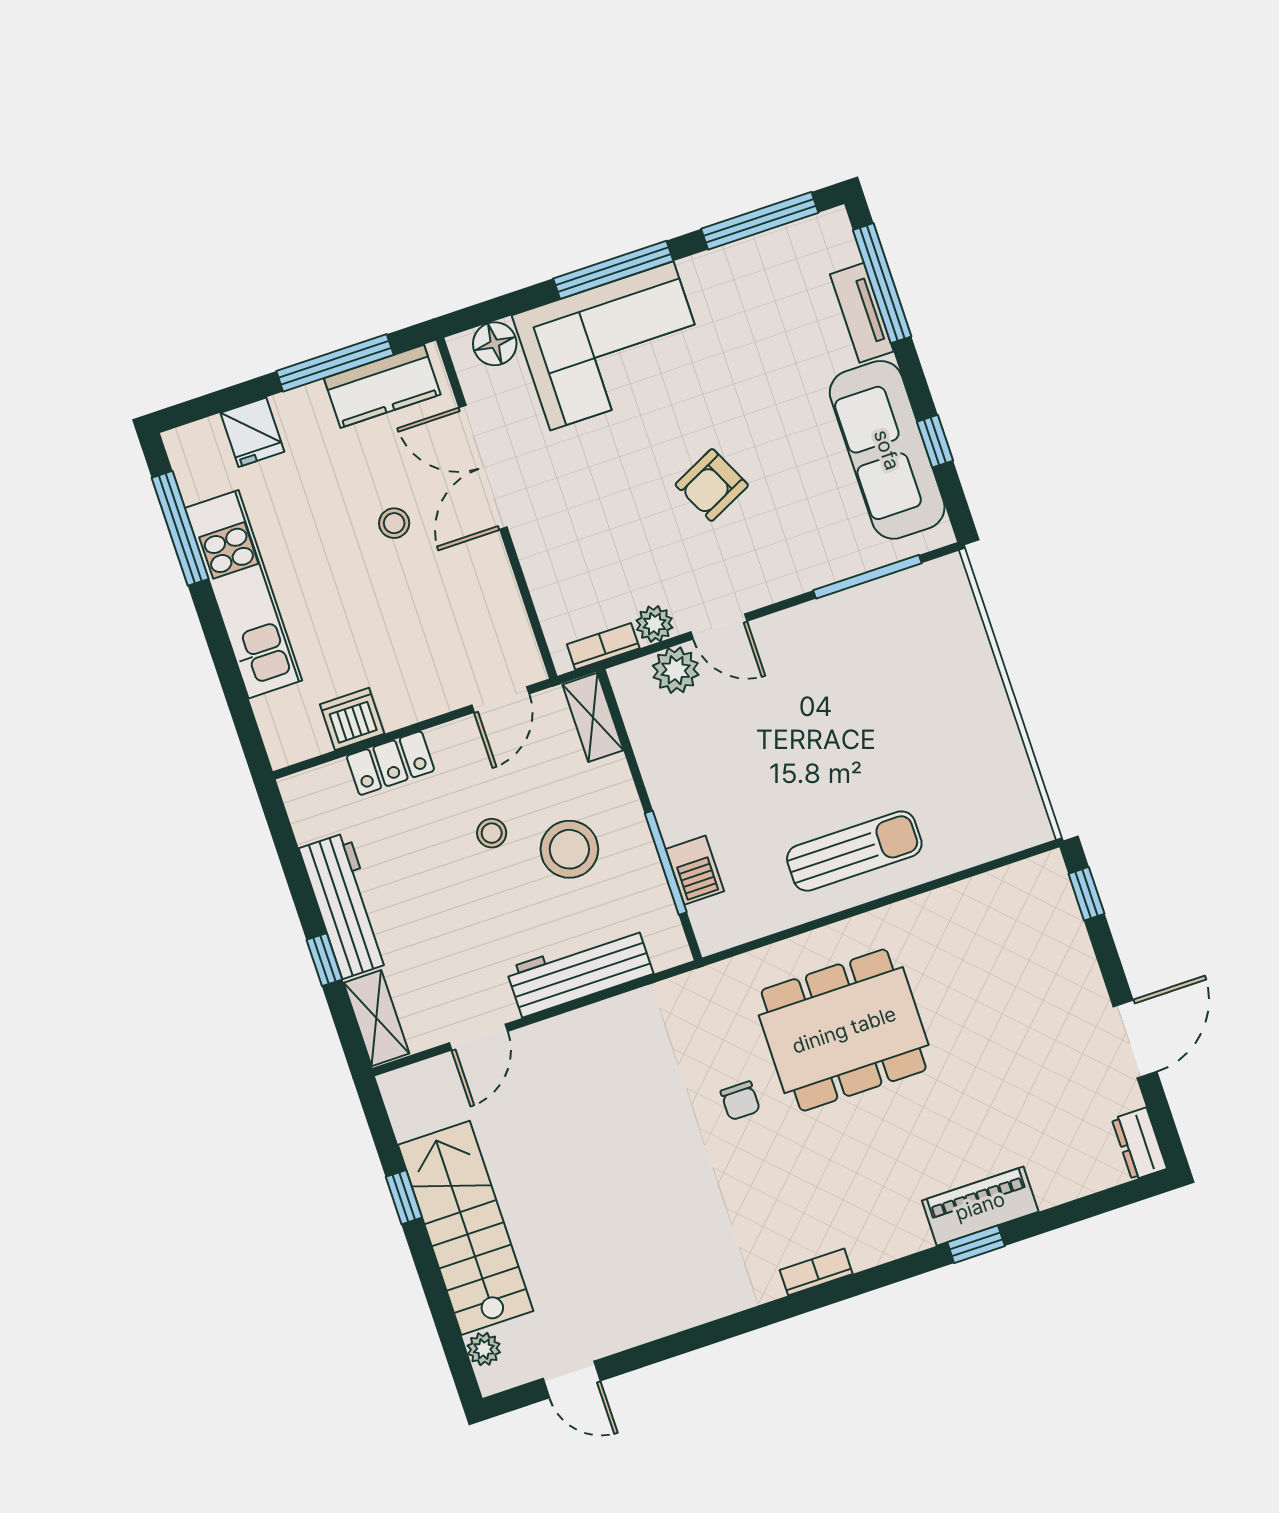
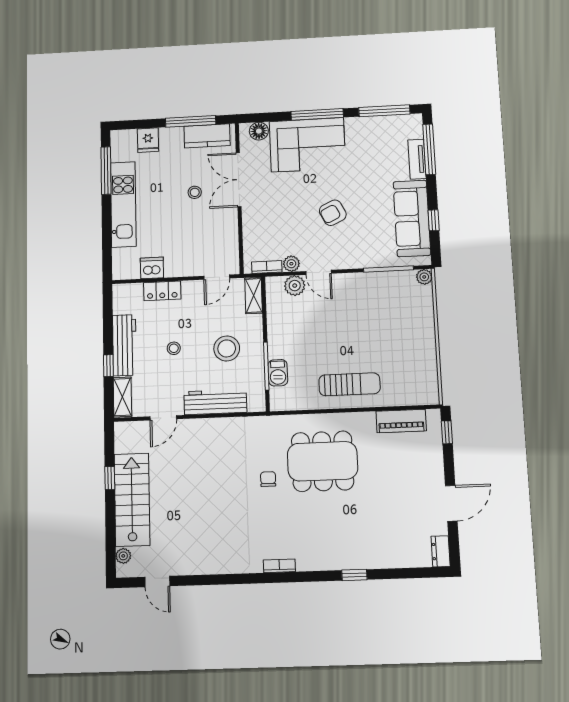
plant: (949, 573) -> (424, 277), added
stool: (492, 833) -> (174, 348), moved
chair: (740, 1101) -> (268, 479), turned 180
piano: (980, 1206) -> (401, 421), moved, turned 180

